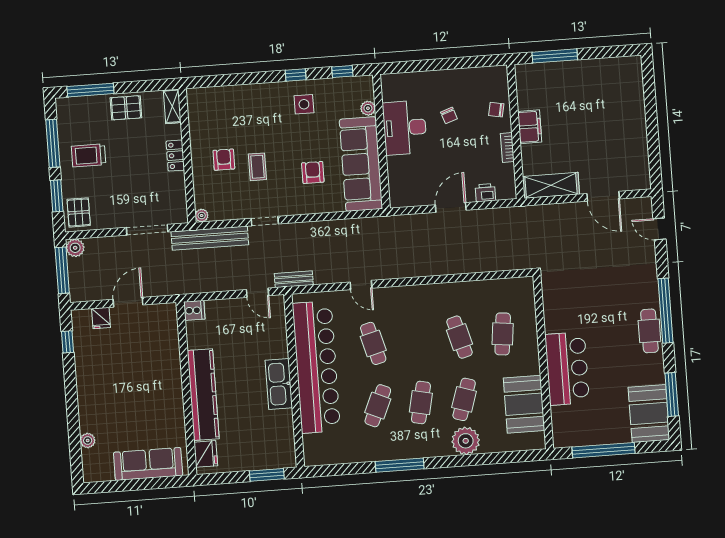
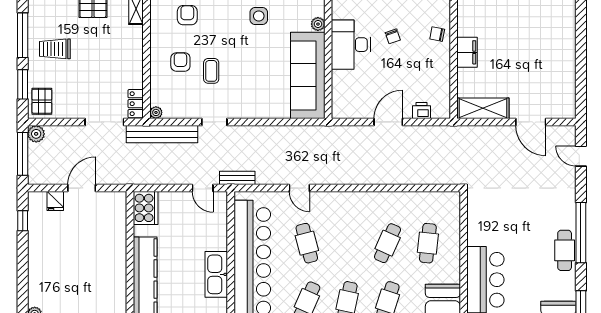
bookcase: (507, 148) -> (445, 70), removed
locker: (175, 156) -> (136, 104), moved
armchair: (313, 172) -> (187, 15), moved
cooker: (194, 310) -> (146, 208), width x1.87, depth x1.31
cafe table: (460, 337) -> (388, 243), turned 39

